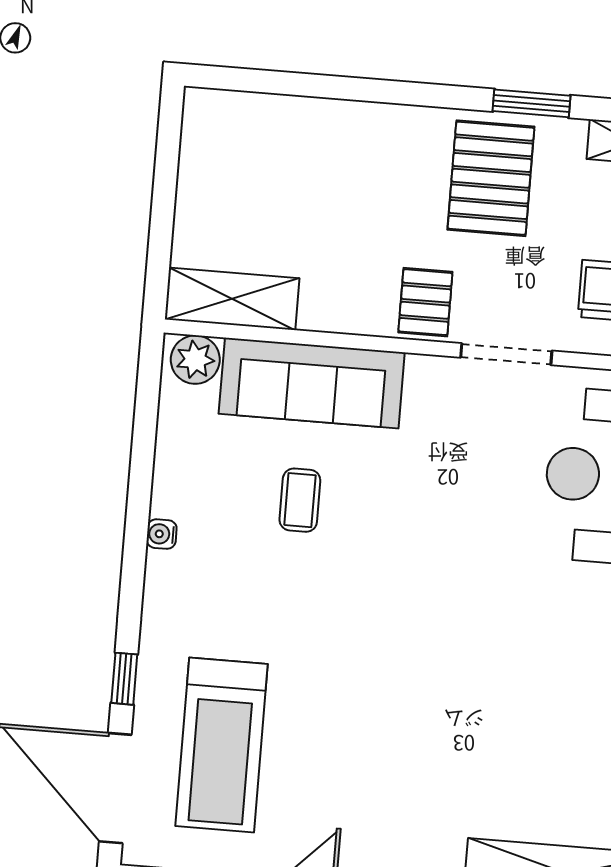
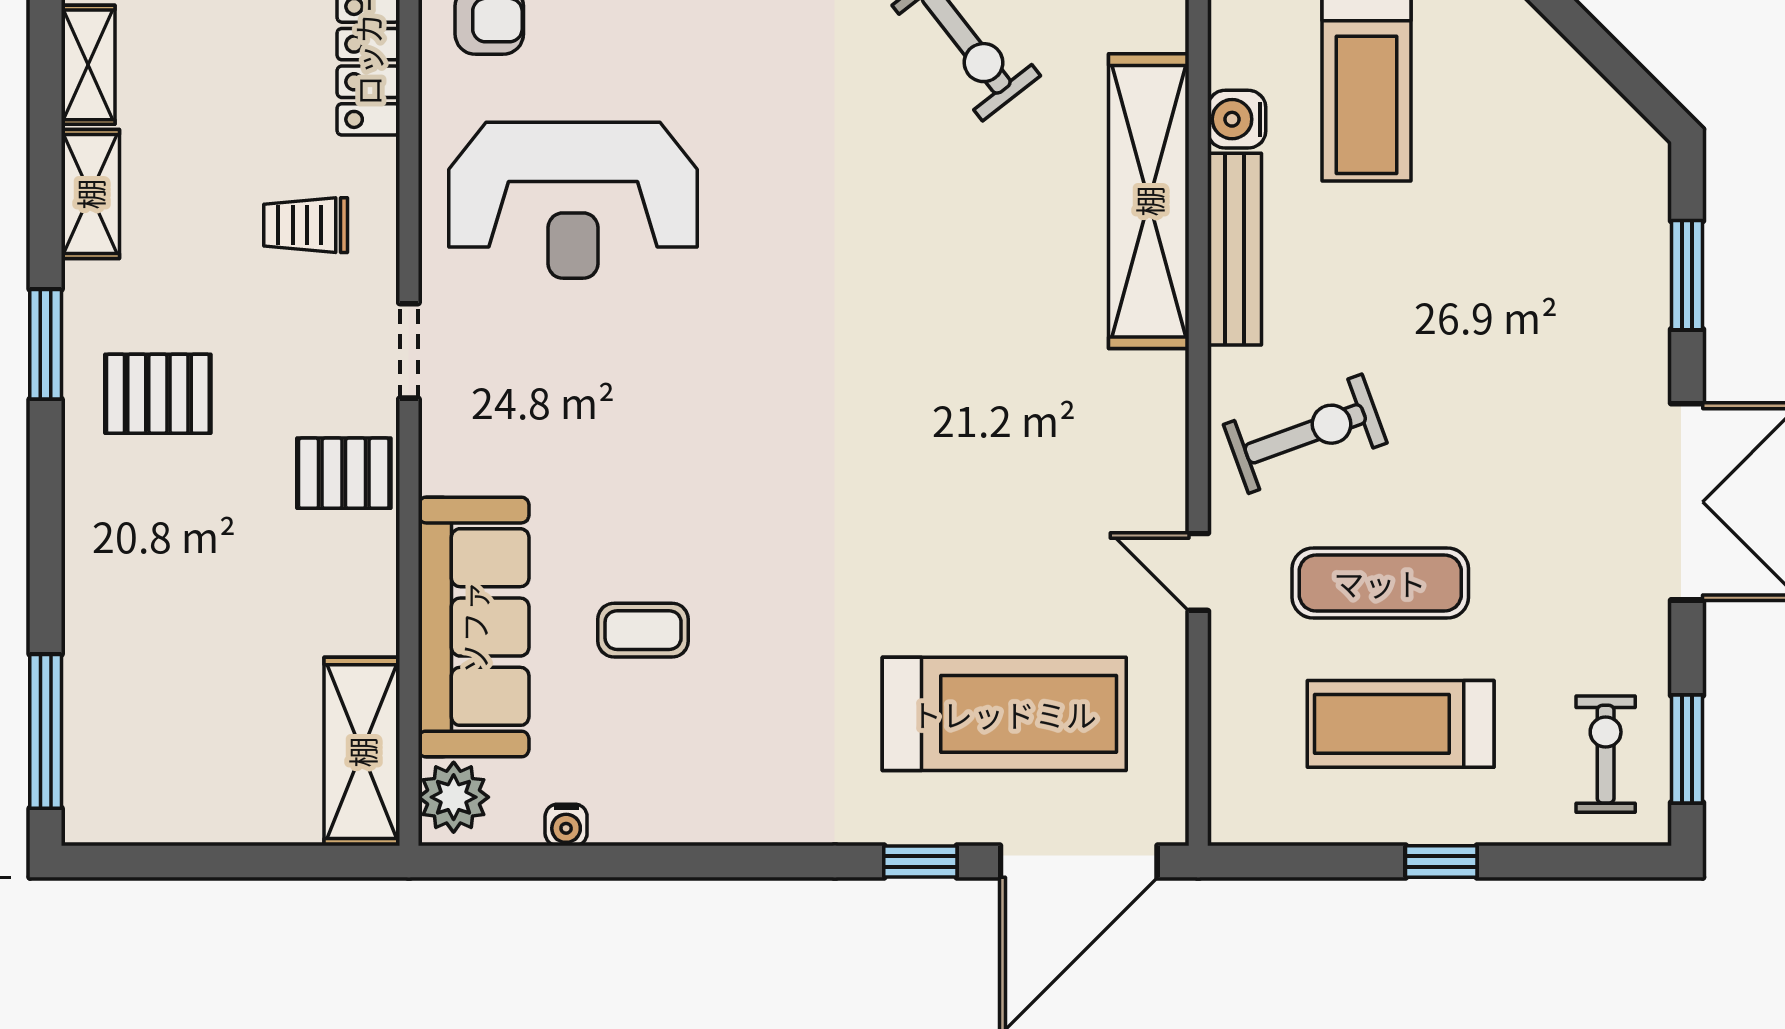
window: (264, 81) -> (46, 731), added
pallet: (491, 178) -> (158, 394), width x0.67, depth x0.71
doorway: (506, 354) -> (409, 351), width x0.73
water cooler: (162, 534) -> (566, 825), moved

